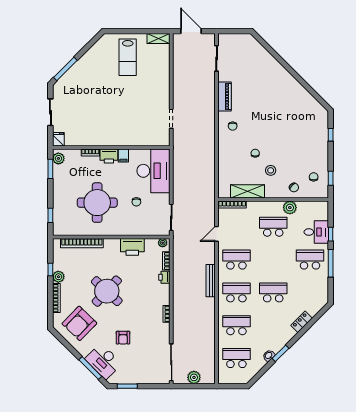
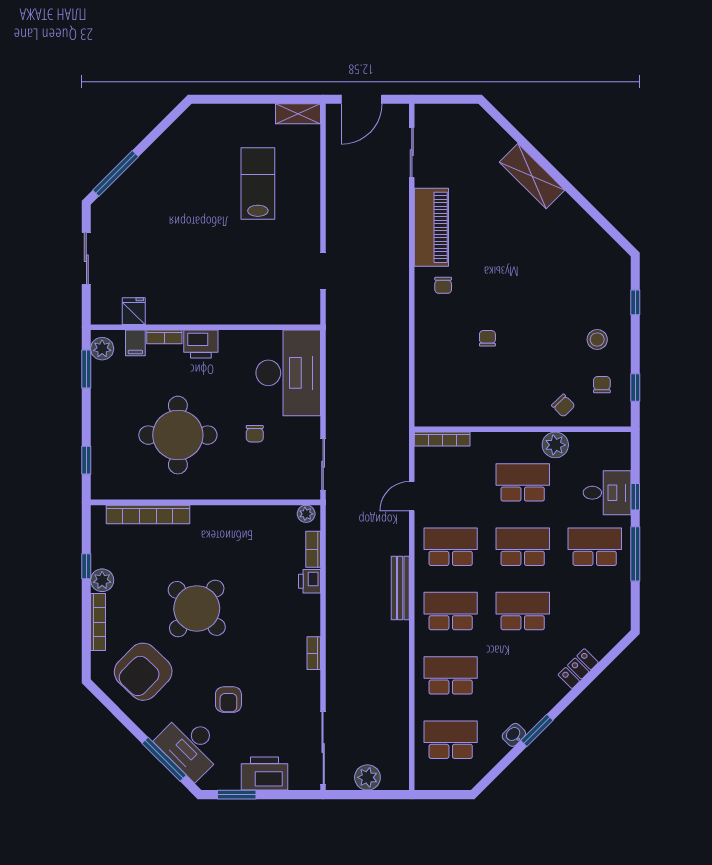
door: (191, 31) -> (362, 99), swing flipped
lab bench: (128, 57) -> (258, 184), moved, turned 180
piano: (224, 96) -> (431, 227), width x1.37, depth x1.33
fridge: (58, 139) -> (134, 311), moved
filing cabinet: (123, 156) -> (135, 343), moved
stool: (271, 170) -> (597, 339), moved
shelving: (247, 191) -> (532, 176), moved, turned 45
printer: (132, 247) -> (265, 774), moved, turned 180
school desk: (273, 260) -> (523, 547), added

